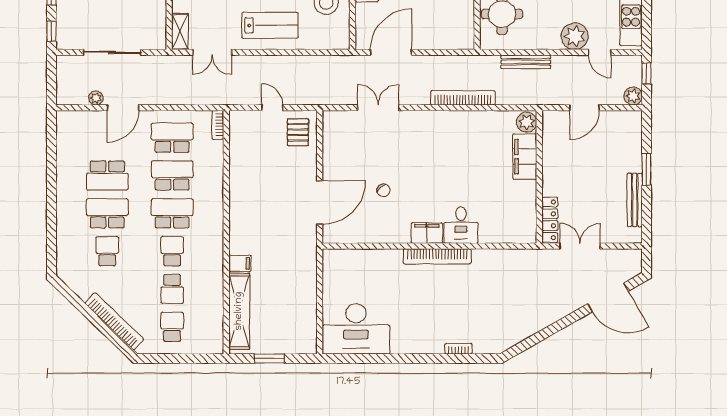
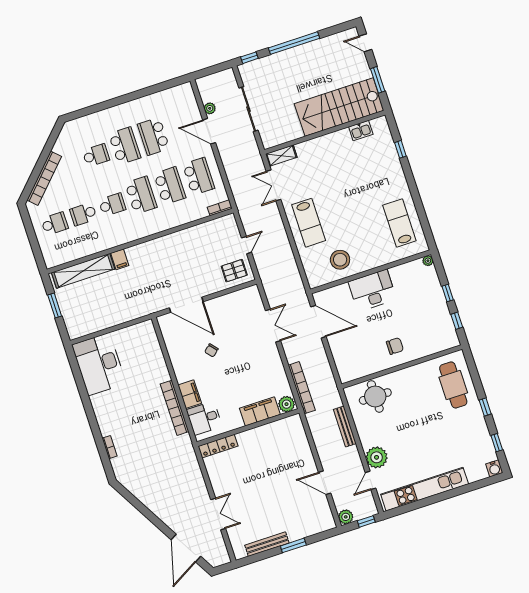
plant: (527, 122) -> (287, 404), moved
filing cabinet: (525, 157) -> (260, 411), moved
wall: (539, 177) -> (248, 427), moved
locker: (550, 220) -> (218, 446), moved

